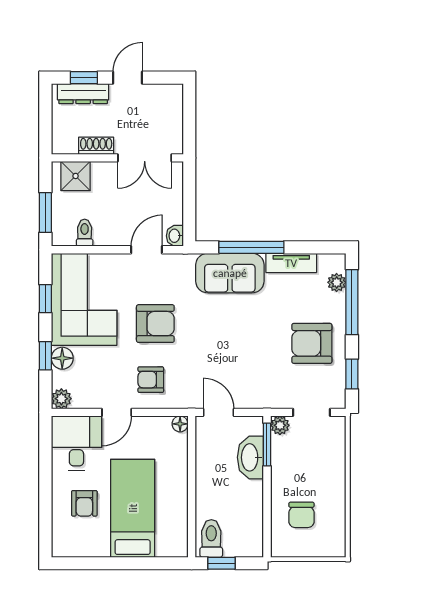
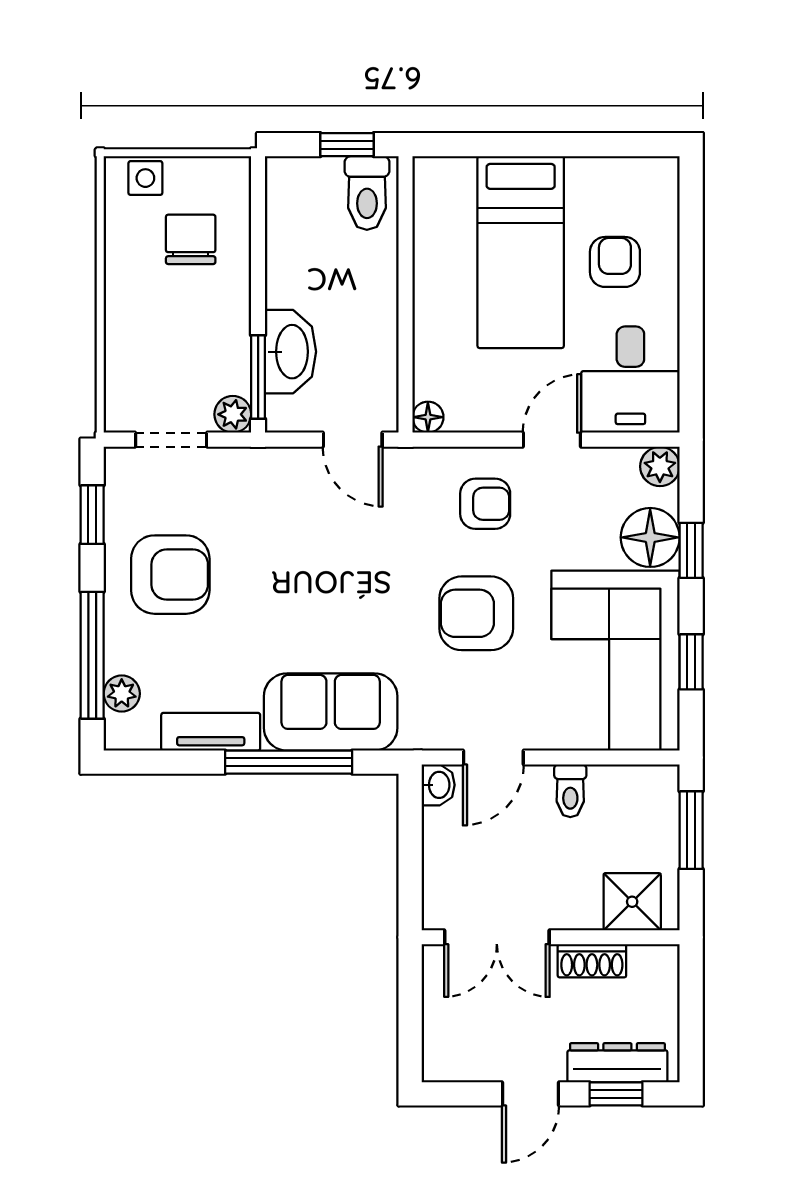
double door: (145, 158) -> (497, 937), swing flipped
toilet: (85, 233) -> (570, 791), moved
floor lamp: (62, 358) -> (650, 537), width x1.38, depth x1.38
side table: (325, 546) -> (145, 178), added

